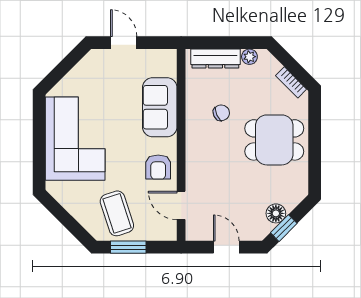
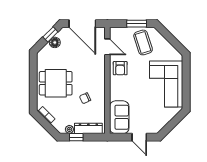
window: (237, 43) -> (76, 137), added
sofa: (160, 107) -> (119, 117), moved
armchair: (158, 167) -> (120, 68), turned 180
door: (226, 247) -> (82, 24), width x1.87

